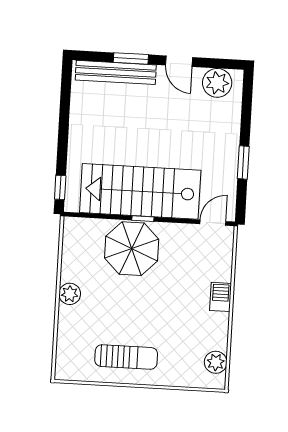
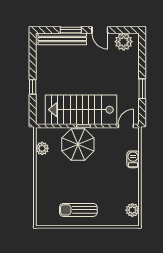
window: (60, 187) -> (33, 87), moved
plant: (70, 294) -> (42, 148), moved
barbecue: (221, 297) -> (133, 159), moved
sun lounger: (126, 357) -> (78, 210), turned 180

